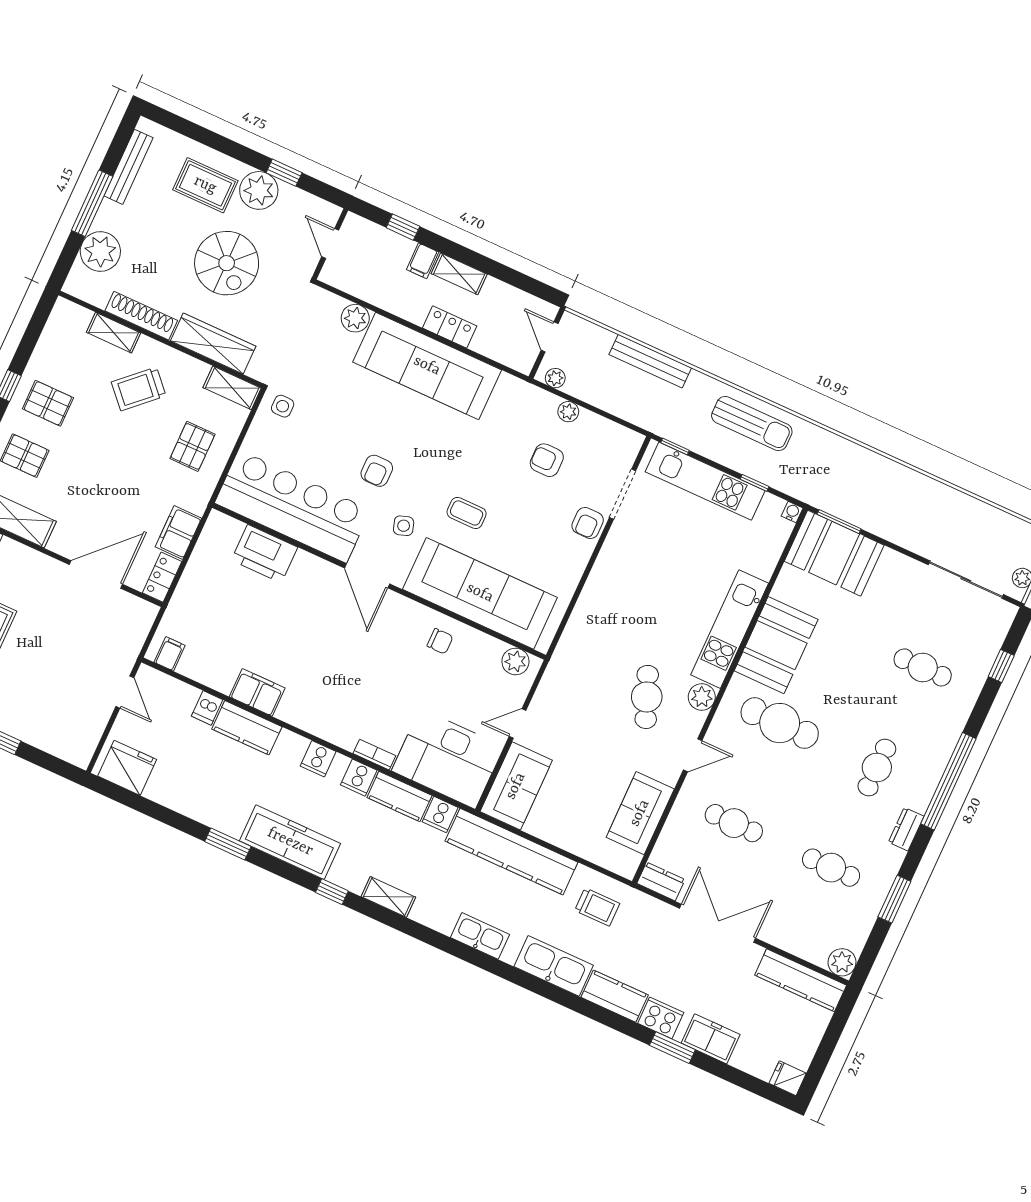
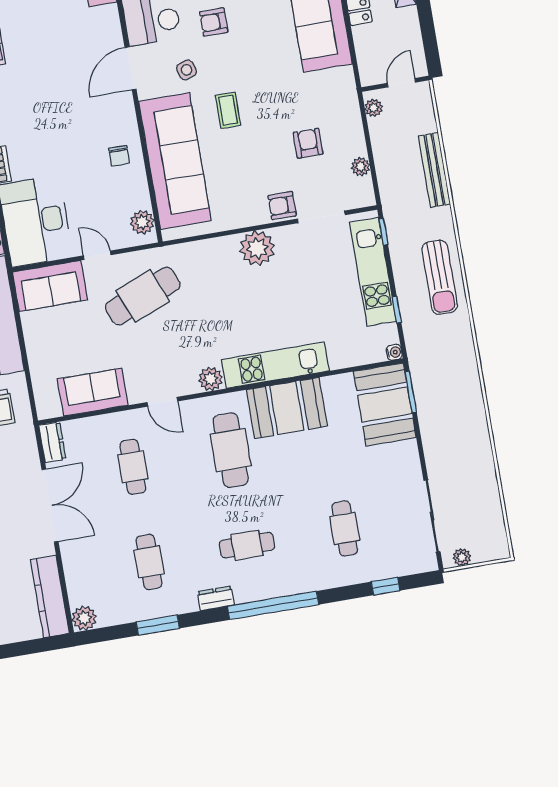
plant: (568, 412) -> (361, 167), moved
plant: (611, 572) -> (257, 248), added
cafe table: (647, 697) -> (143, 296), moved, width x1.37, depth x1.35

